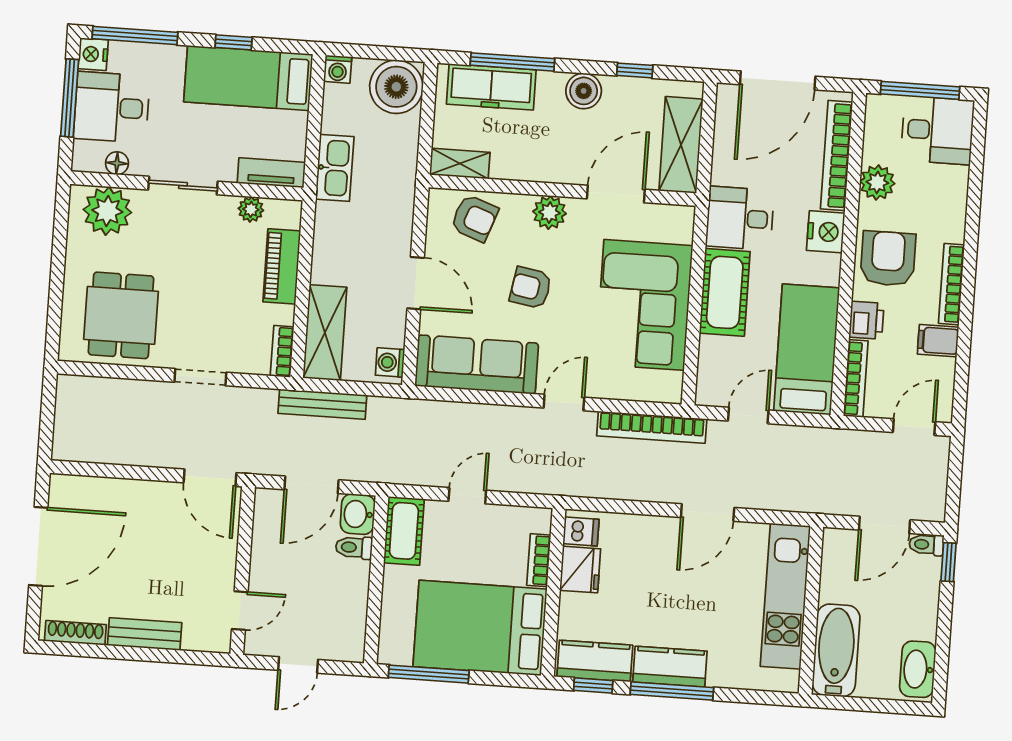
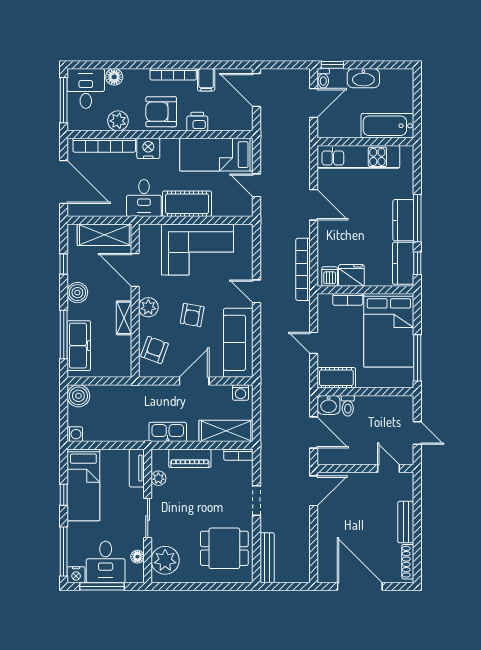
boiler: (396, 87) -> (78, 396), width x0.73, depth x0.73
shelving: (460, 164) -> (124, 318), moved
kitchen sink: (335, 168) -> (168, 432), moved
floor lamp: (954, 181) -> (114, 77), added
bookcase: (856, 378) -> (231, 125), removed
bench: (322, 404) -> (267, 558), moved
bookcase: (652, 427) -> (303, 269), moved, turned 180
door: (914, 427) -> (257, 90), width x1.38
door: (884, 525) -> (314, 103), hinge flipped
washbasin: (918, 669) -> (363, 78), moved

